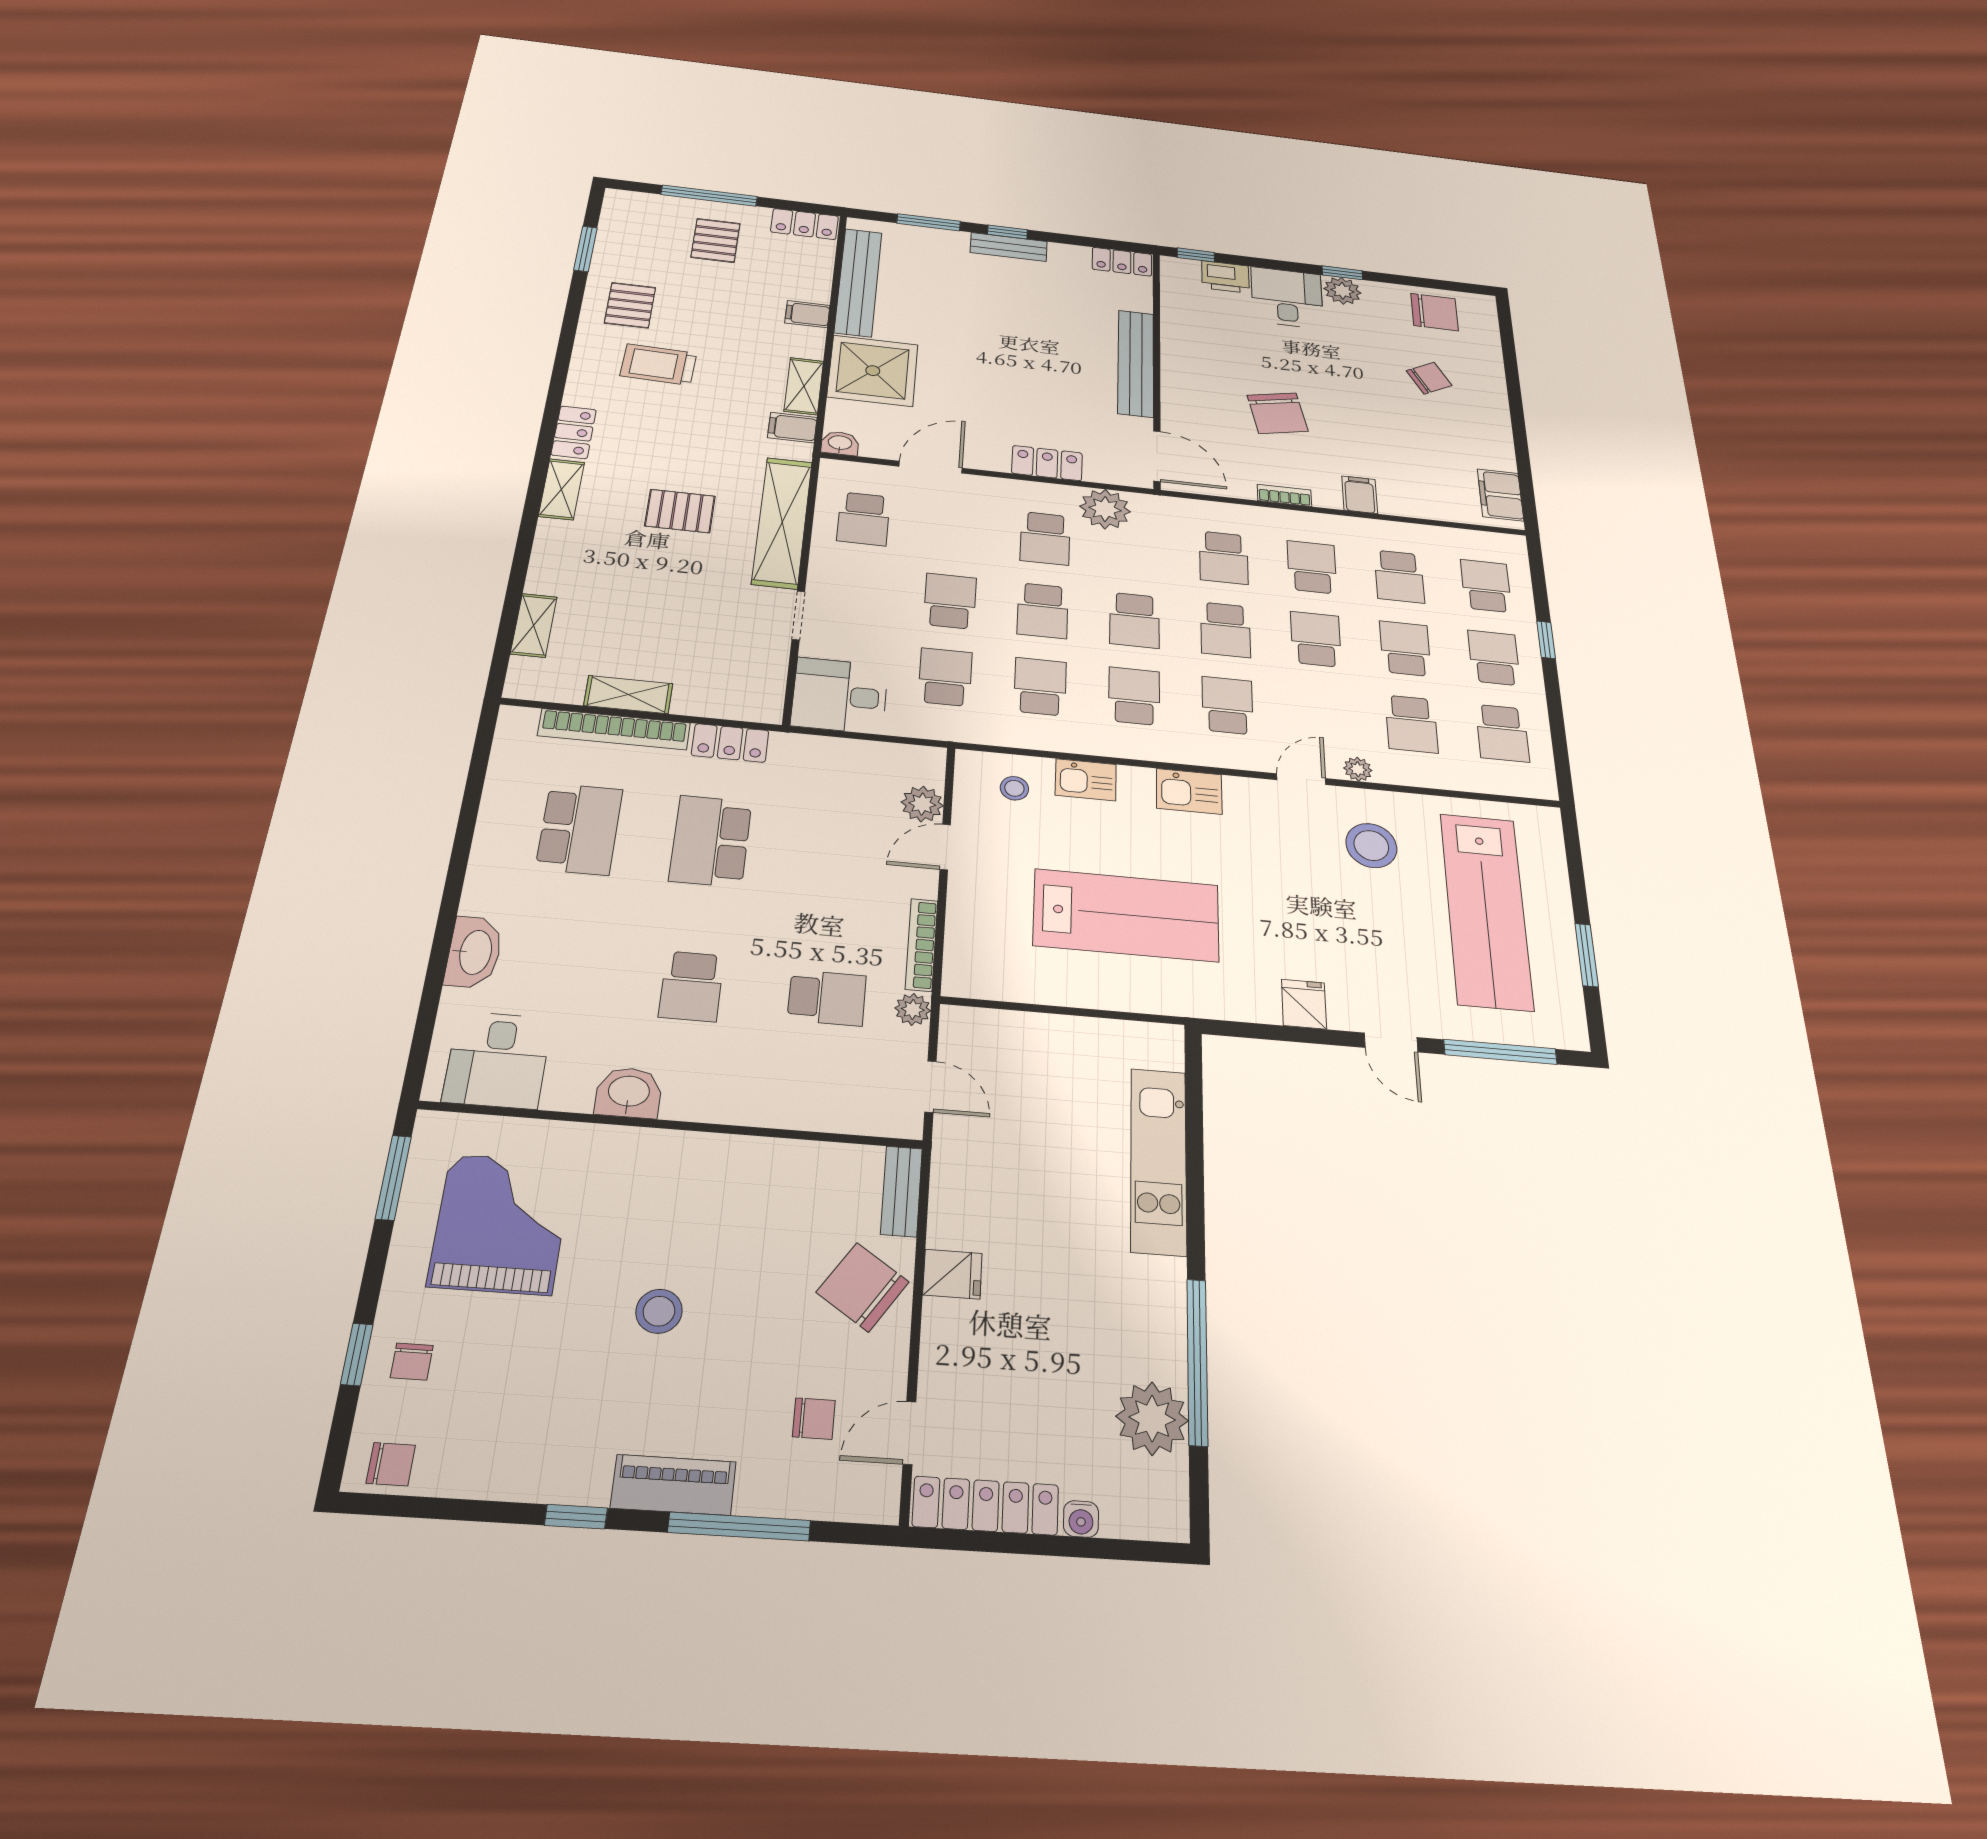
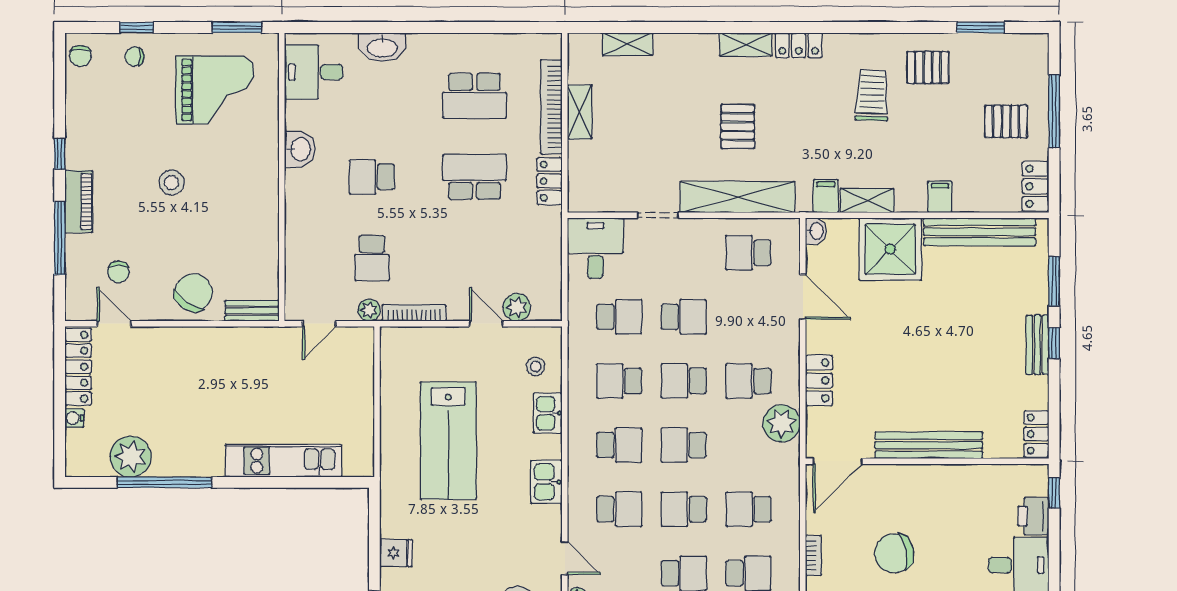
school desk: (1040, 687) -> (619, 381), turned 180
fridge: (952, 1274) -> (205, 342), removed

